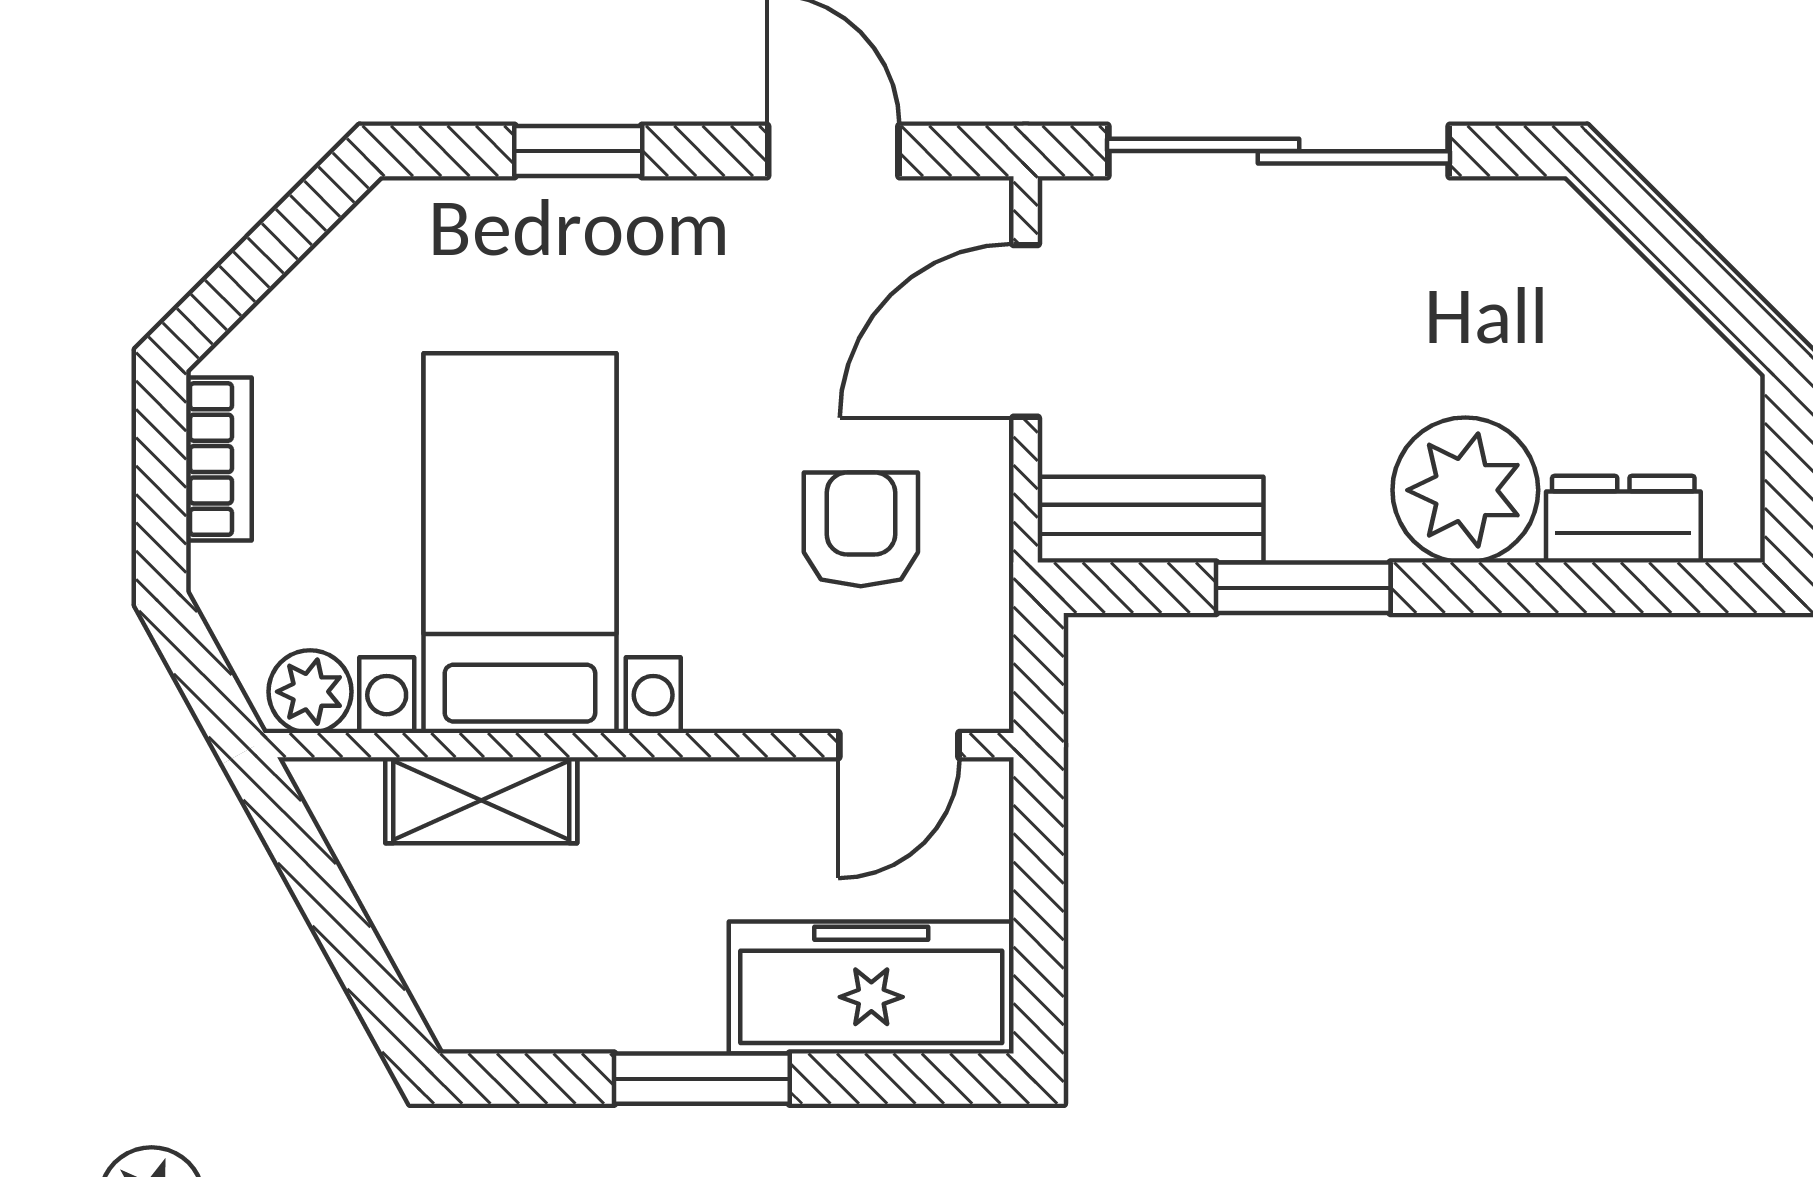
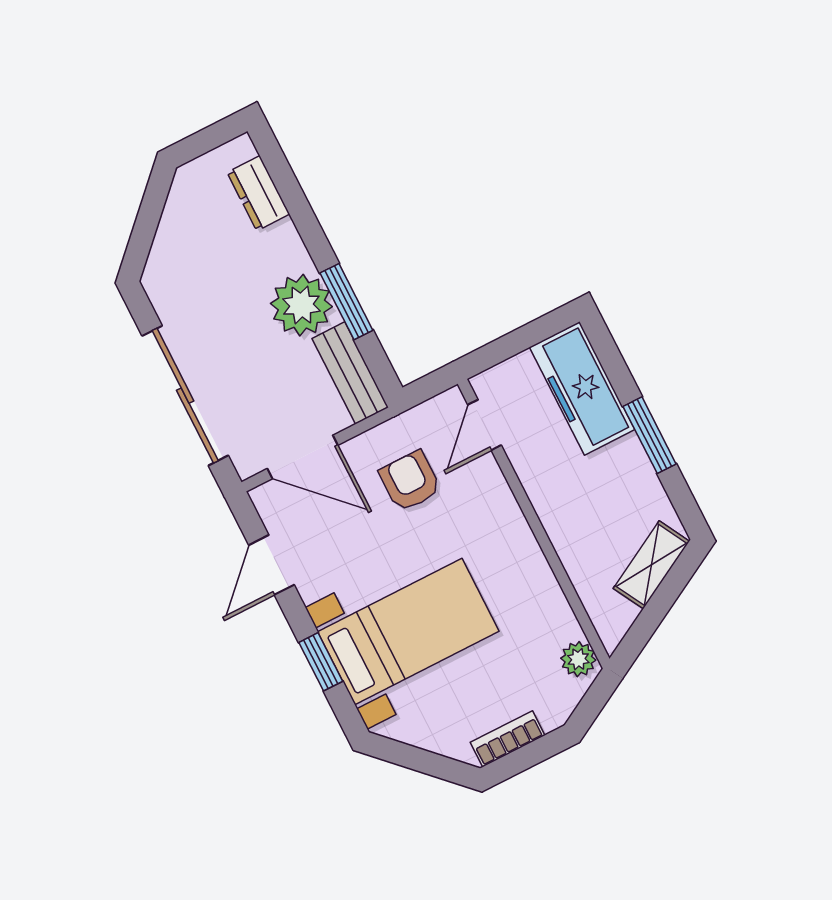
plant: (1465, 490) -> (301, 305), moved
armchair: (861, 529) -> (410, 481), turned 90
bed with nightstands: (520, 543) -> (408, 631), moved, turned 180
door: (899, 745) -> (485, 425), swing flipped
shelving: (481, 800) -> (651, 565), moved, turned 61

